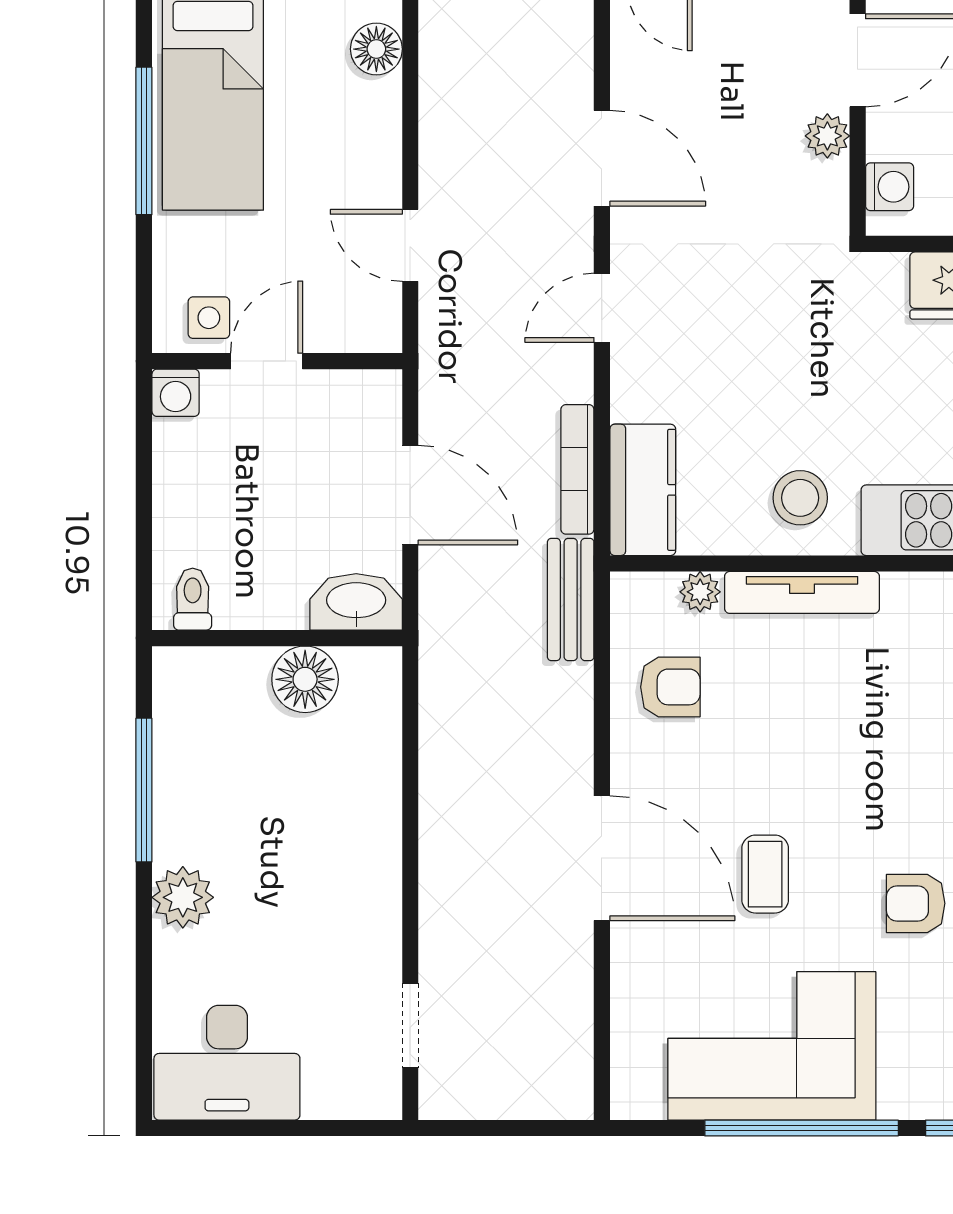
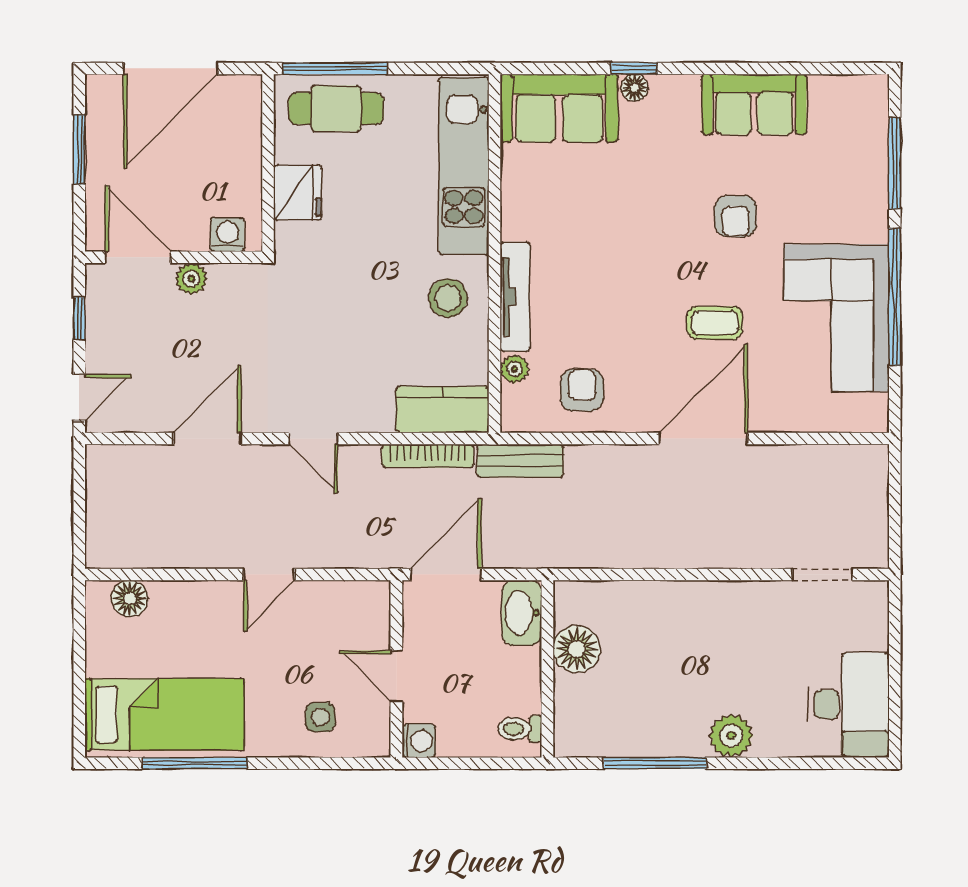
door: (267, 361) -> (396, 676), moved
wall: (277, 361) -> (396, 669), moved
washing machine: (176, 393) -> (419, 741), moved

